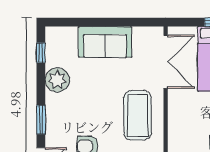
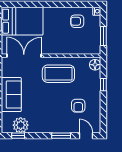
plant: (57, 80) -> (21, 125), moved

